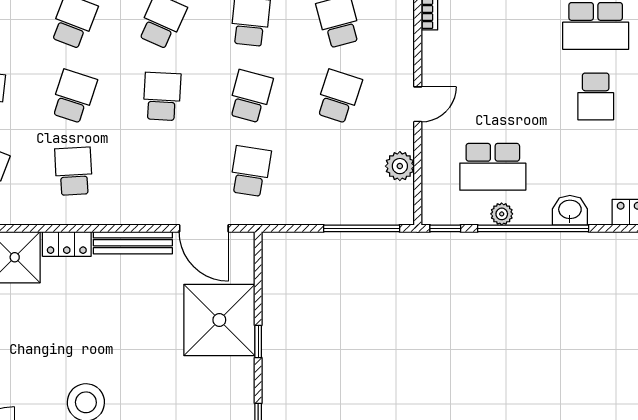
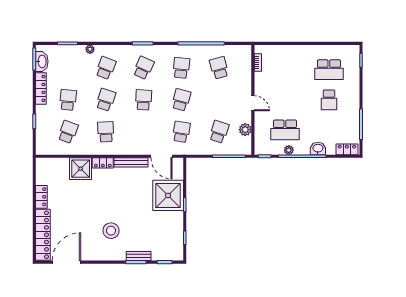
school desk: (339, 96) -> (219, 132), moved
door: (418, 104) -> (253, 103), hinge flipped

